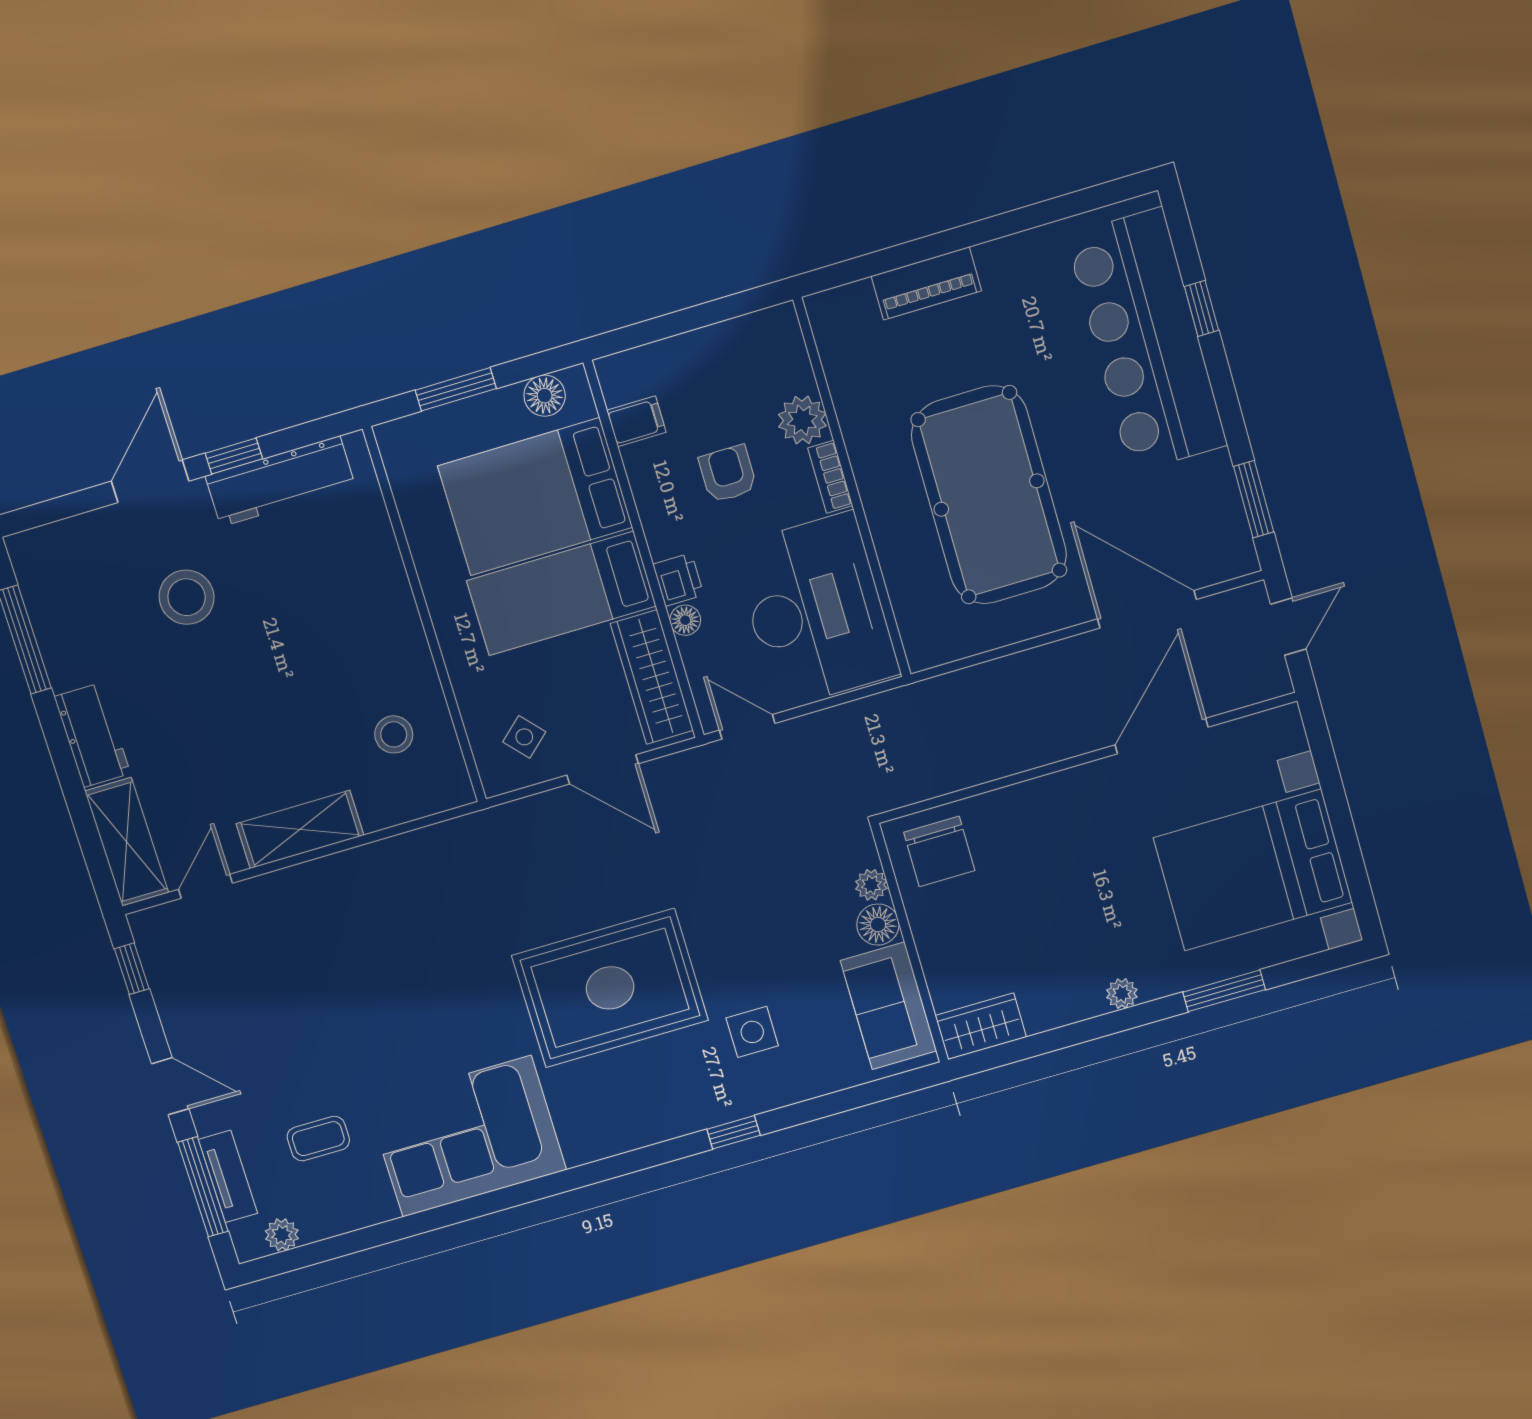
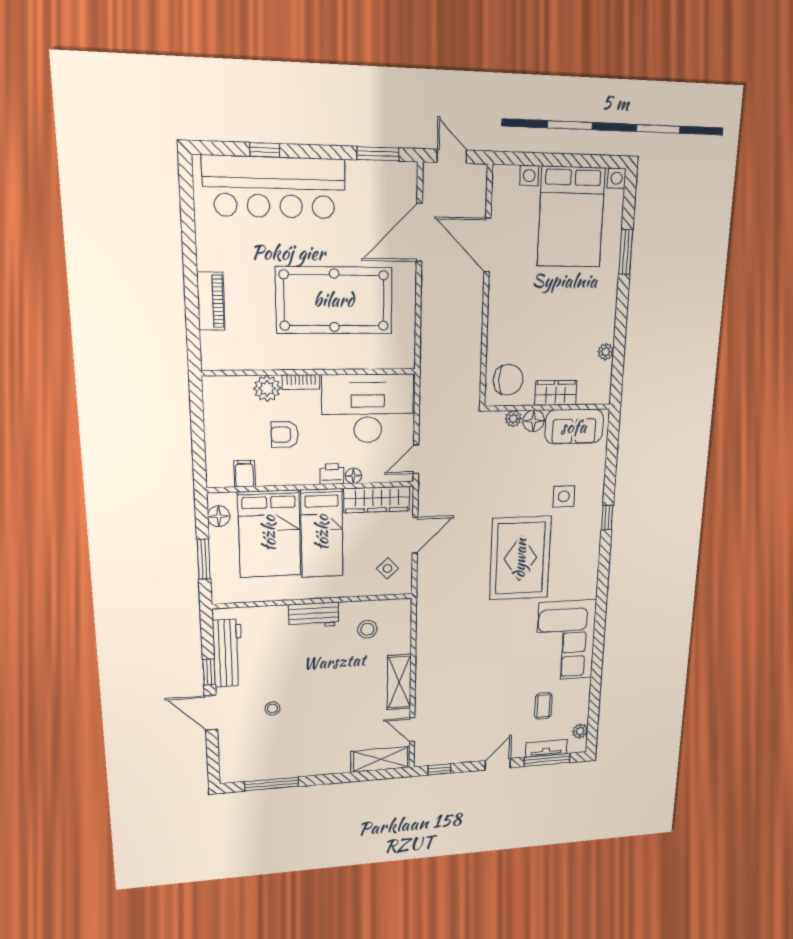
stool: (187, 597) -> (273, 708), width x0.53, depth x0.53
workbench: (92, 735) -> (314, 615), moved, turned 180
plant: (1122, 994) -> (606, 352), moved
wardrobe: (981, 1026) -> (556, 393), moved, turned 90

